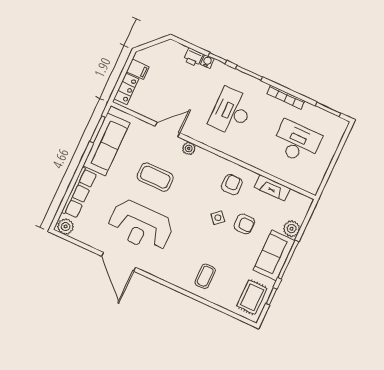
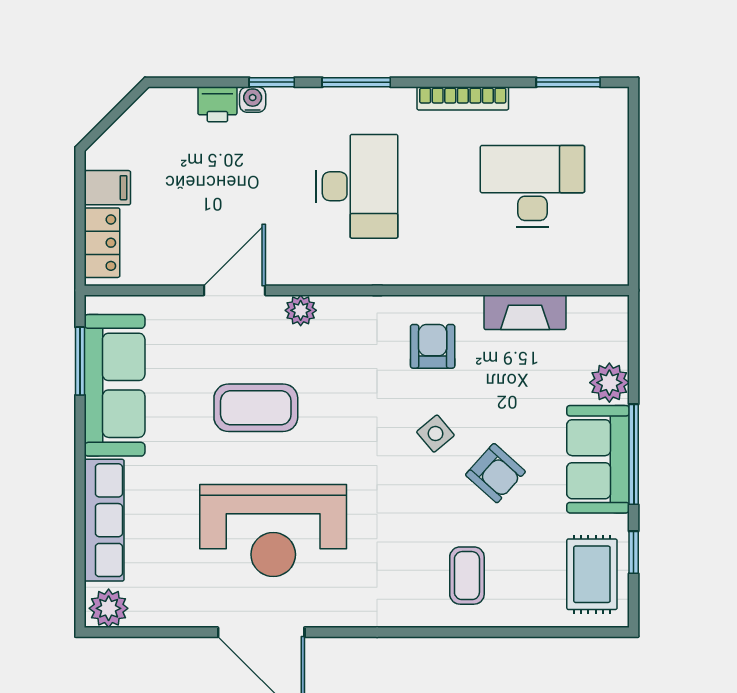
desk: (231, 112) -> (357, 186), turned 180
armchair: (244, 224) -> (495, 473), moved, turned 42

